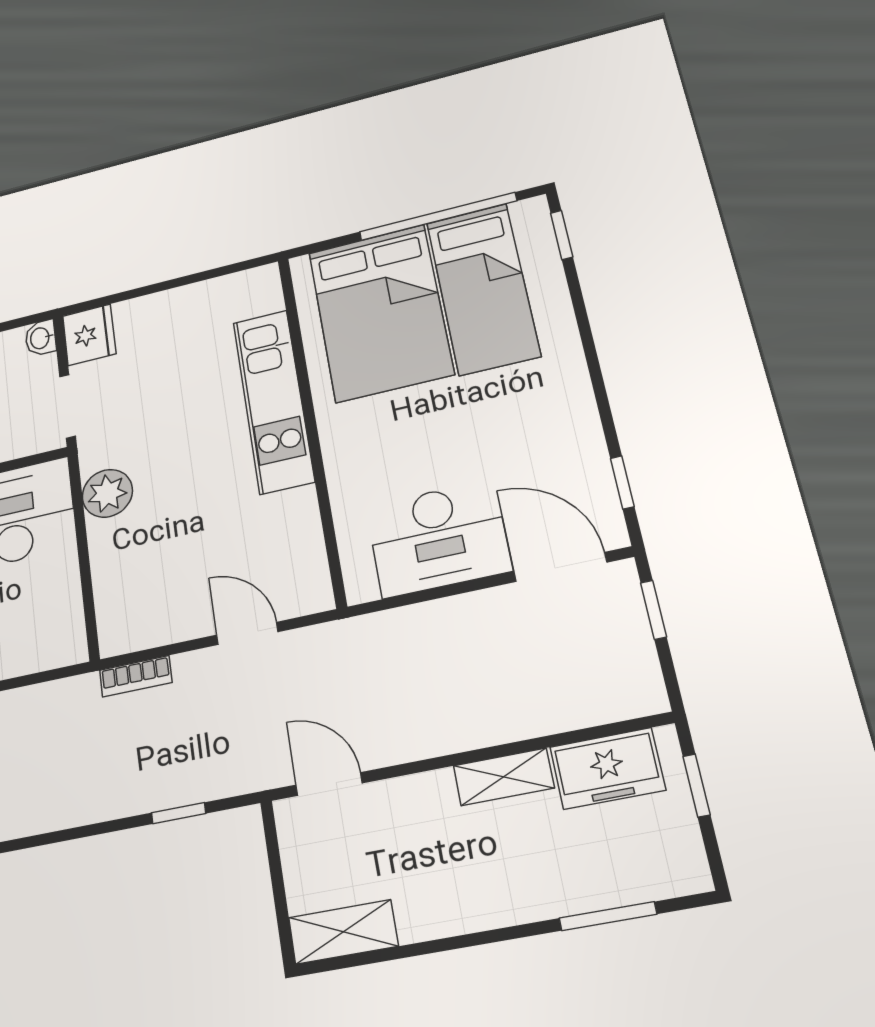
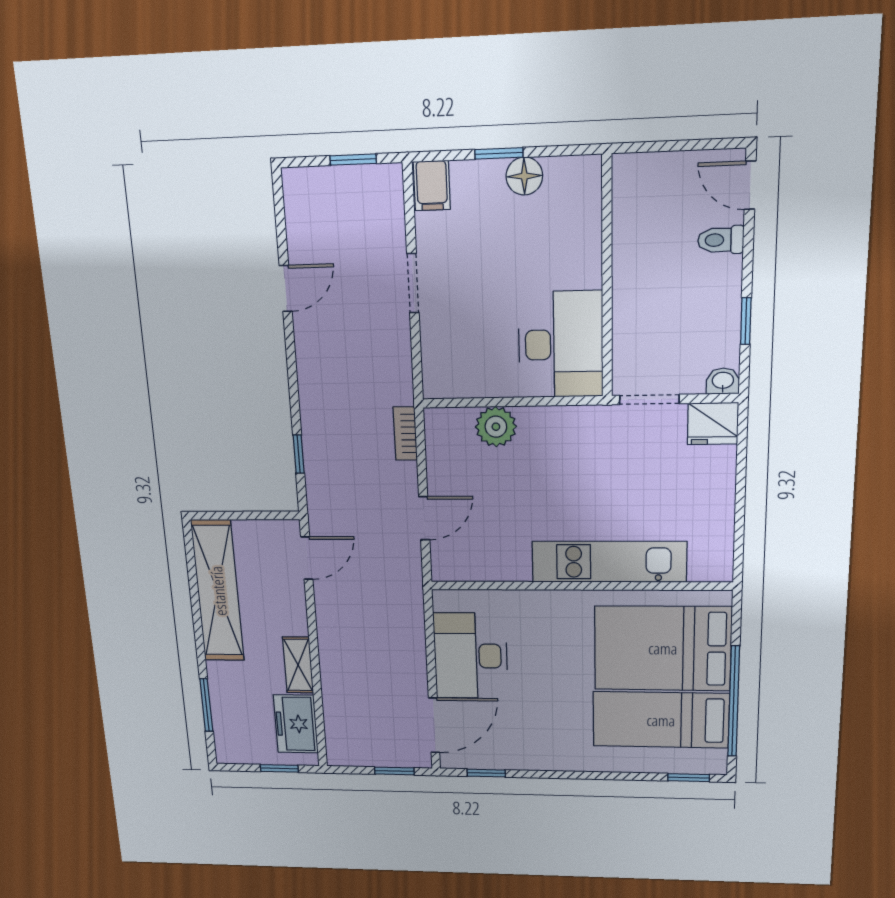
plant: (107, 493) -> (496, 427), moved
shelving: (343, 932) -> (218, 591), width x2.20, depth x1.33

